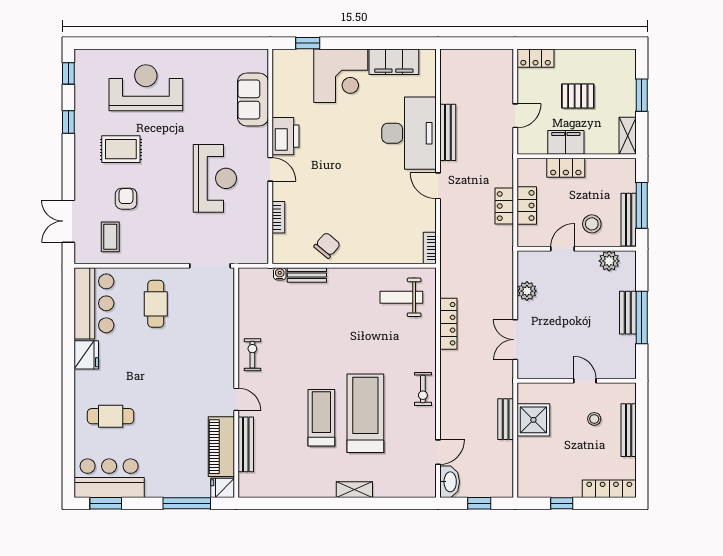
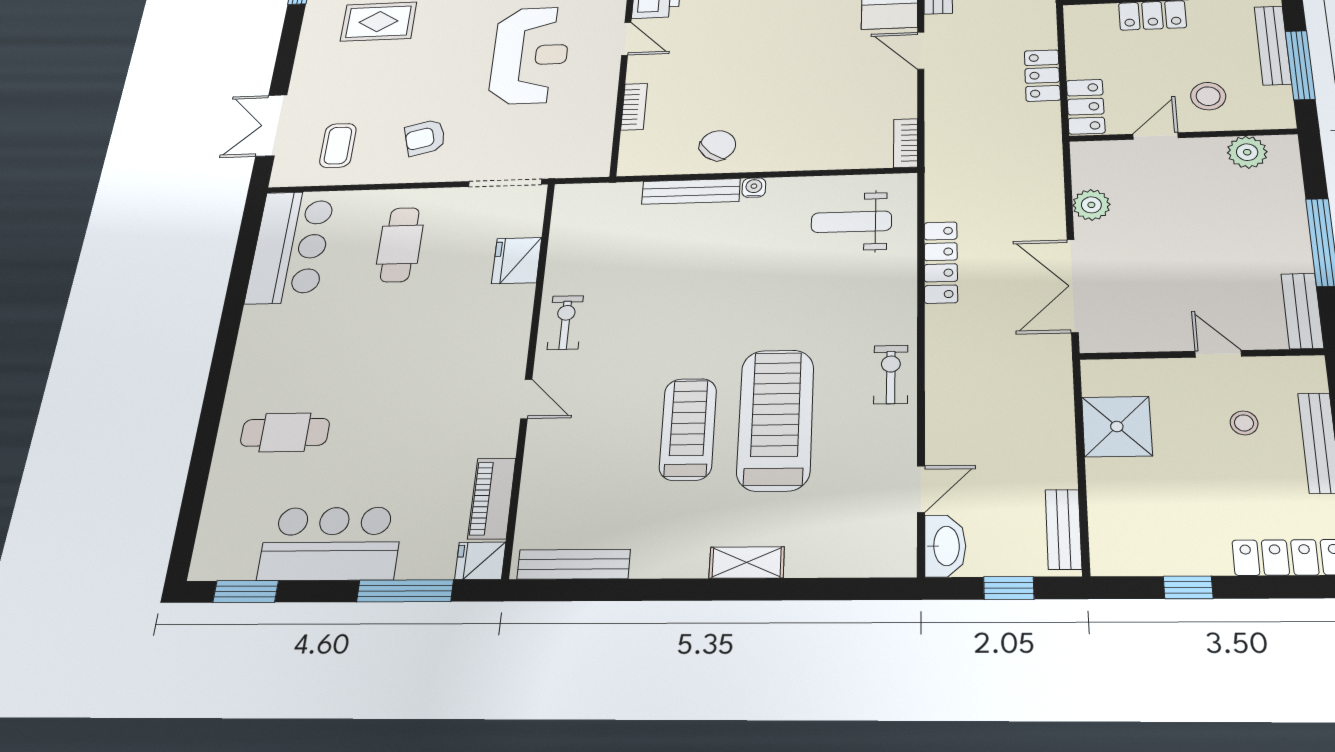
armchair: (126, 199) -> (425, 138), moved, turned -105
locker: (527, 205) -> (1086, 107), moved
bench: (629, 220) -> (1273, 45), moved
water cooler: (280, 274) -> (754, 188), moved
bench: (307, 275) -> (691, 191), width x1.36
bench: (628, 313) -> (1302, 311), moved
double door: (515, 340) -> (1073, 286), width x1.37
fridge: (86, 355) -> (517, 261), moved, turned 180
exercise bike: (423, 389) -> (891, 374), turned 180
bench: (506, 419) -> (1063, 529), moved
bench: (246, 444) -> (574, 564), moved, turned 90
piano: (221, 447) -> (492, 498), width x0.73, depth x0.75
bar counter: (109, 478) -> (331, 544), moved

